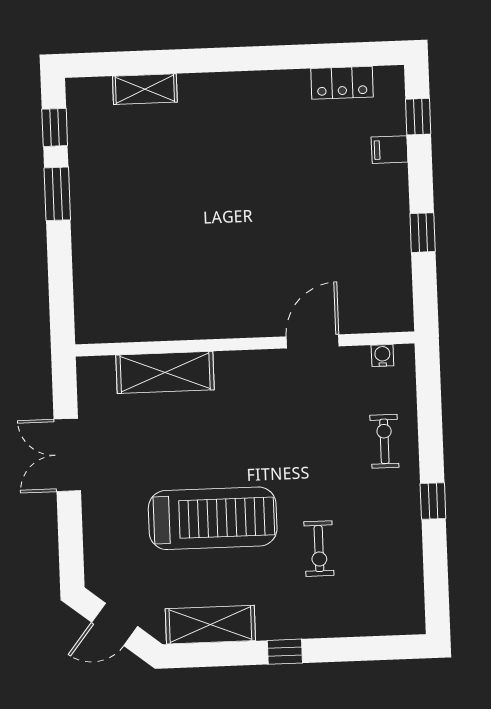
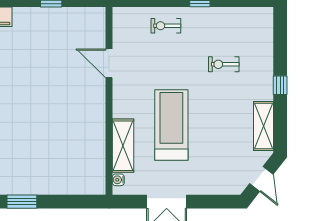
water cooler: (382, 356) -> (118, 180), moved
treadmill: (213, 518) -> (171, 125), moved
exercise bike: (319, 549) -> (224, 64), turned 180

